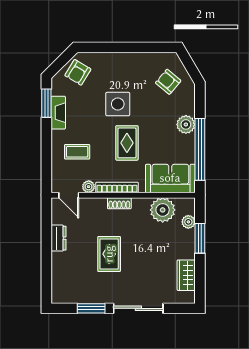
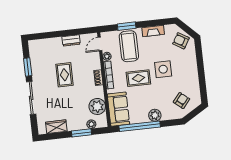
window: (46, 103) -> (127, 26), moved
coffee table: (77, 152) -> (129, 46), width x1.86, depth x1.72
rug: (109, 254) -> (64, 75), turned 90

